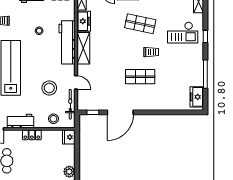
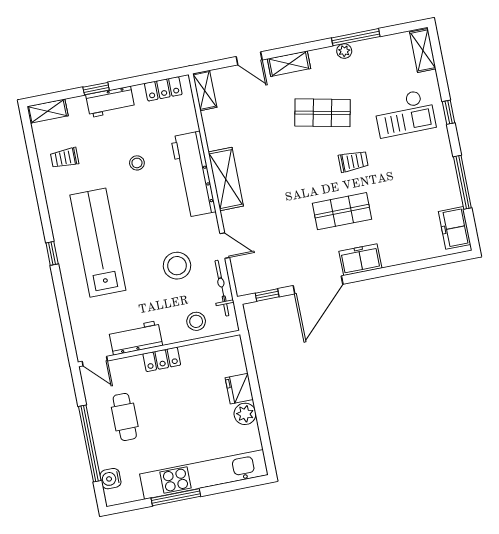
freezer: (84, 21) -> (360, 260), moved, turned -90
fridge: (69, 137) -> (239, 389), moved

